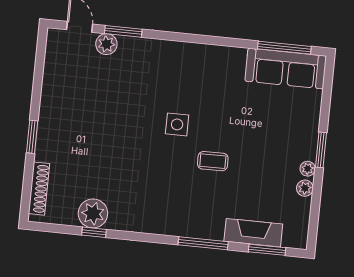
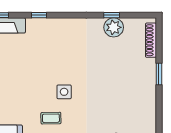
coffee table: (213, 161) -> (51, 118), moved
window: (203, 243) -> (39, 15), width x0.46

